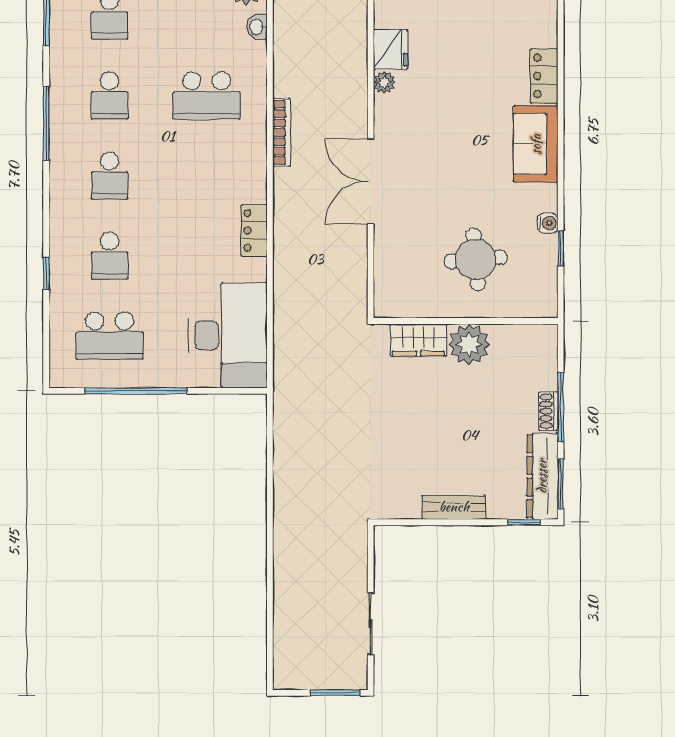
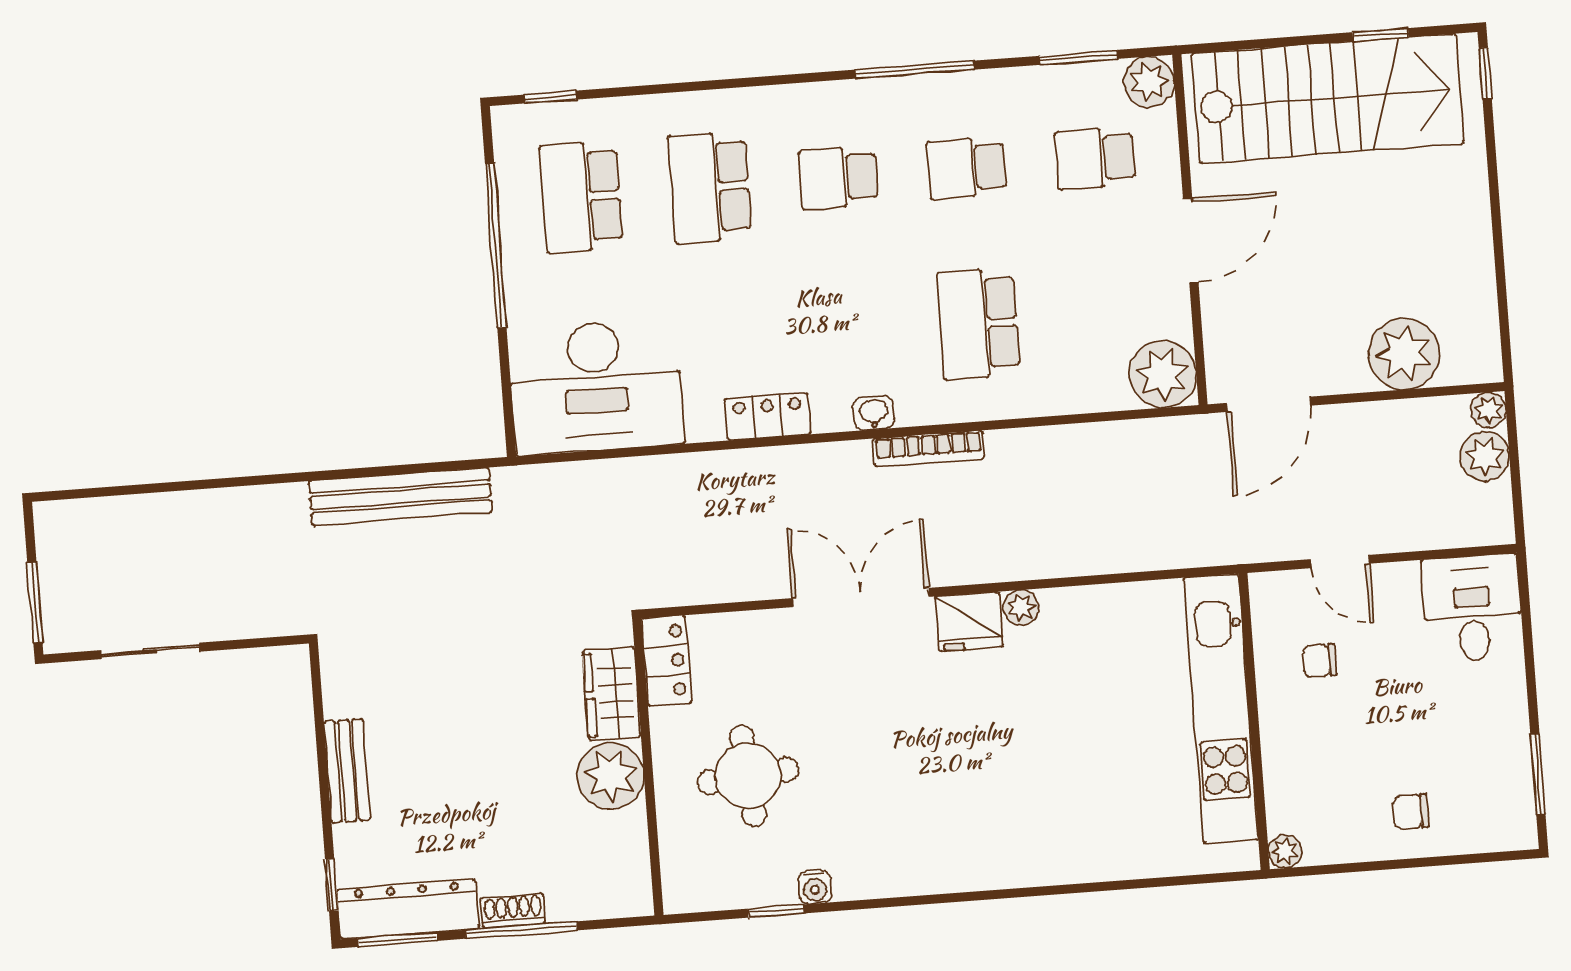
washbasin: (257, 27) -> (874, 413), moved
fridge: (390, 49) -> (969, 622), moved
locker: (544, 76) -> (667, 661), moved, turned 90
sofa: (536, 144) -> (941, 858), removed
school desk: (110, 256) -> (710, 187), width x1.85
window: (46, 273) -> (550, 97), moved
bench: (287, 461) -> (401, 497), added

